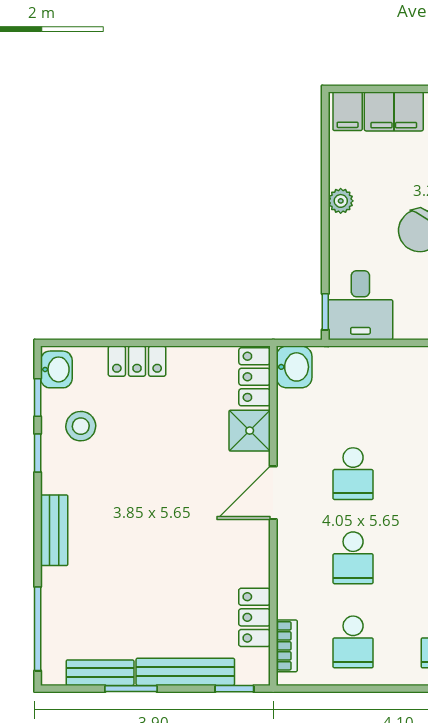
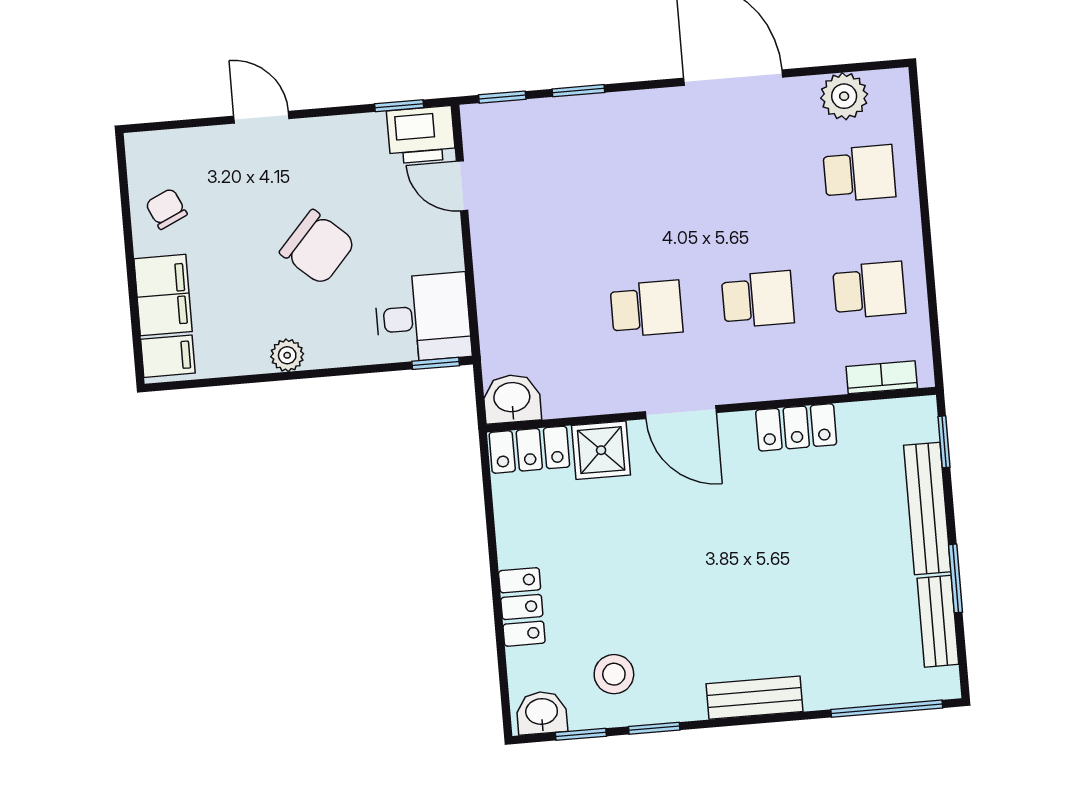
locker: (255, 617) -> (796, 427), moved

